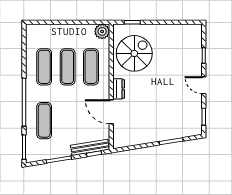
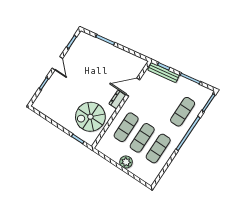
plant: (102, 31) -> (126, 162), moved
door: (111, 112) -> (133, 87), swing flipped

